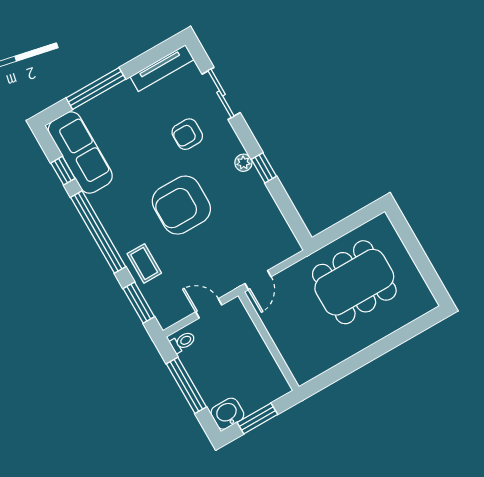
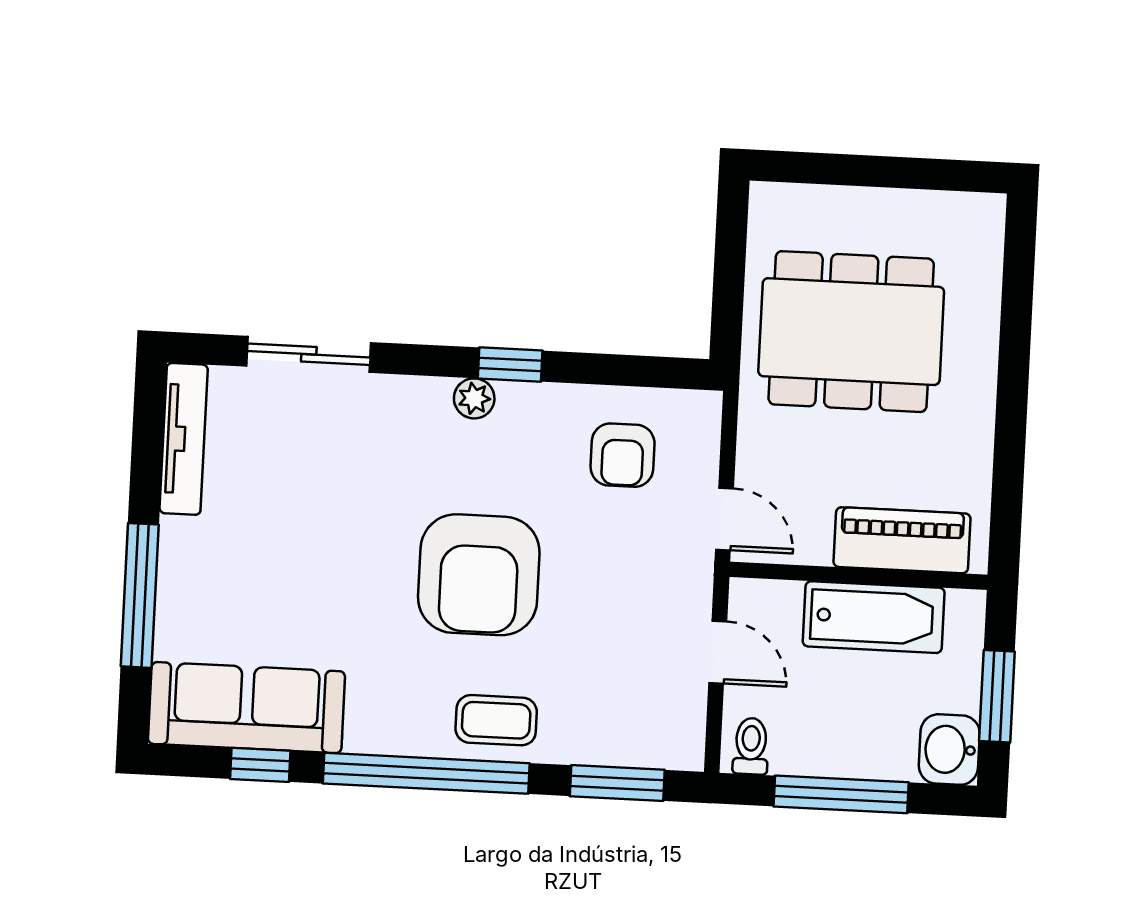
armchair: (187, 134) -> (623, 455), moved
coffee table: (144, 263) -> (496, 720), moved
dining table: (354, 282) -> (851, 332), turned 90
door: (209, 308) -> (718, 652), swing flipped
piano: (291, 349) -> (902, 540), added
bathtub: (257, 356) -> (874, 617), added

